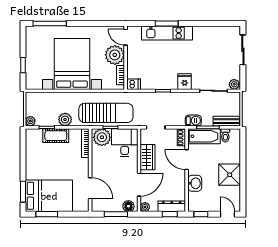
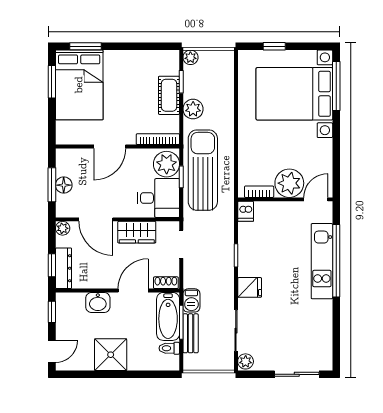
window: (167, 24) -> (336, 261), width x2.11
bed with nightstands: (72, 64) -> (294, 94), moved, turned 180
sun lounger: (106, 113) -> (203, 170), turned 180
bench: (226, 121) -> (191, 333), moved
door: (90, 188) -> (110, 147), moved
floor lamp: (128, 206) -> (64, 185), moved

